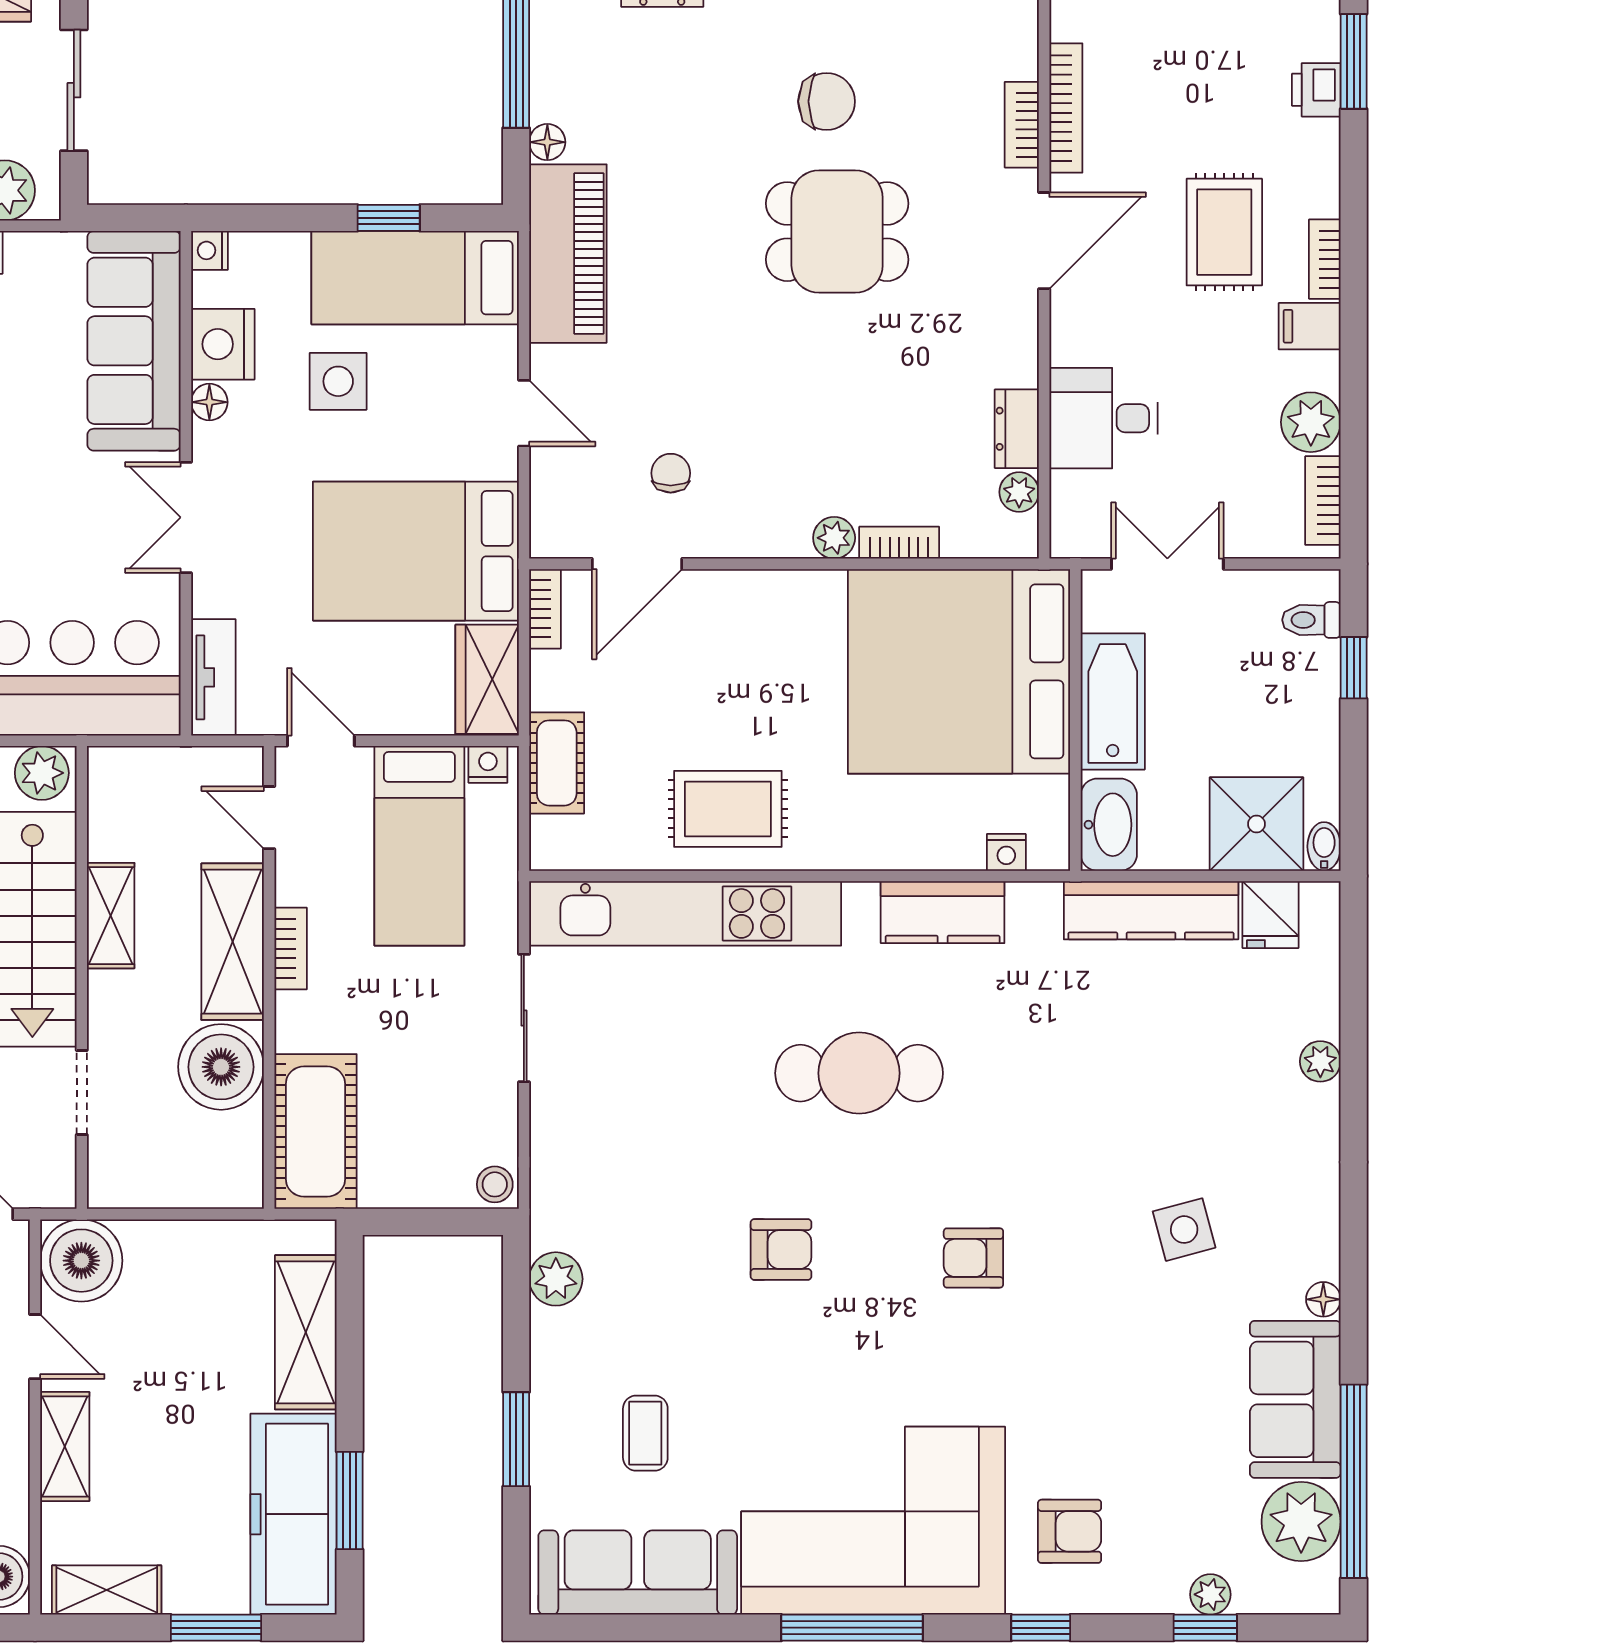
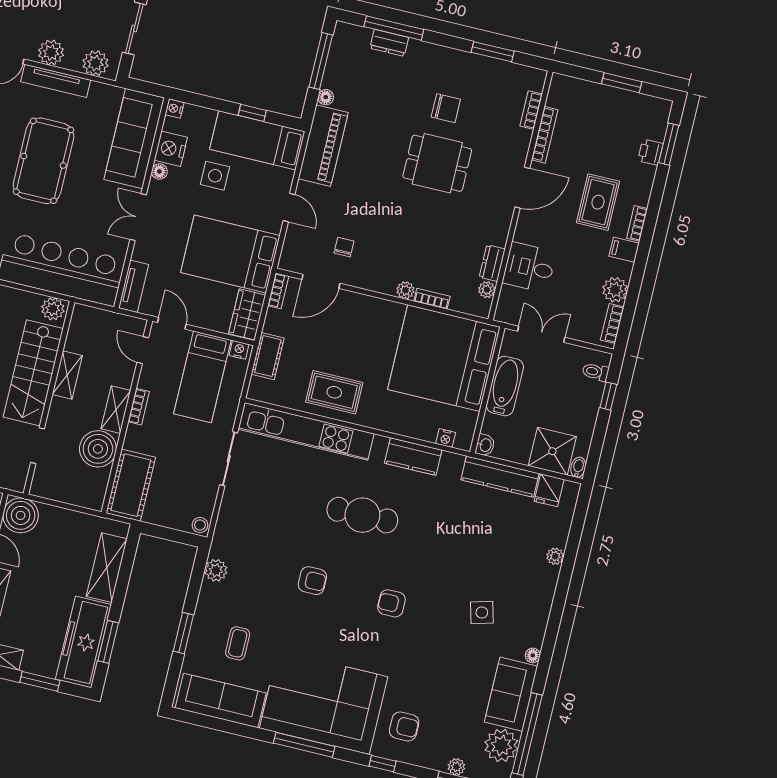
bookcase: (1022, 125) -> (531, 110), moved
washbasin: (1109, 825) -> (485, 445), width x0.52, depth x0.69
shelving: (233, 942) -> (116, 410), width x0.67, depth x0.75

